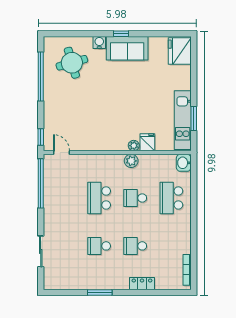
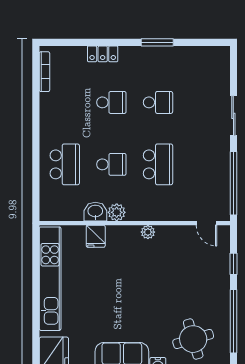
window: (194, 119) -> (36, 267), removed
kitchen unit: (183, 120) -> (50, 279), width x1.36
window: (41, 137) -> (233, 264), moved
plant: (134, 146) -> (148, 232), moved
washbasin: (184, 163) -> (95, 212), moved, turned -90
sliding door: (41, 251) -> (233, 116), moved

